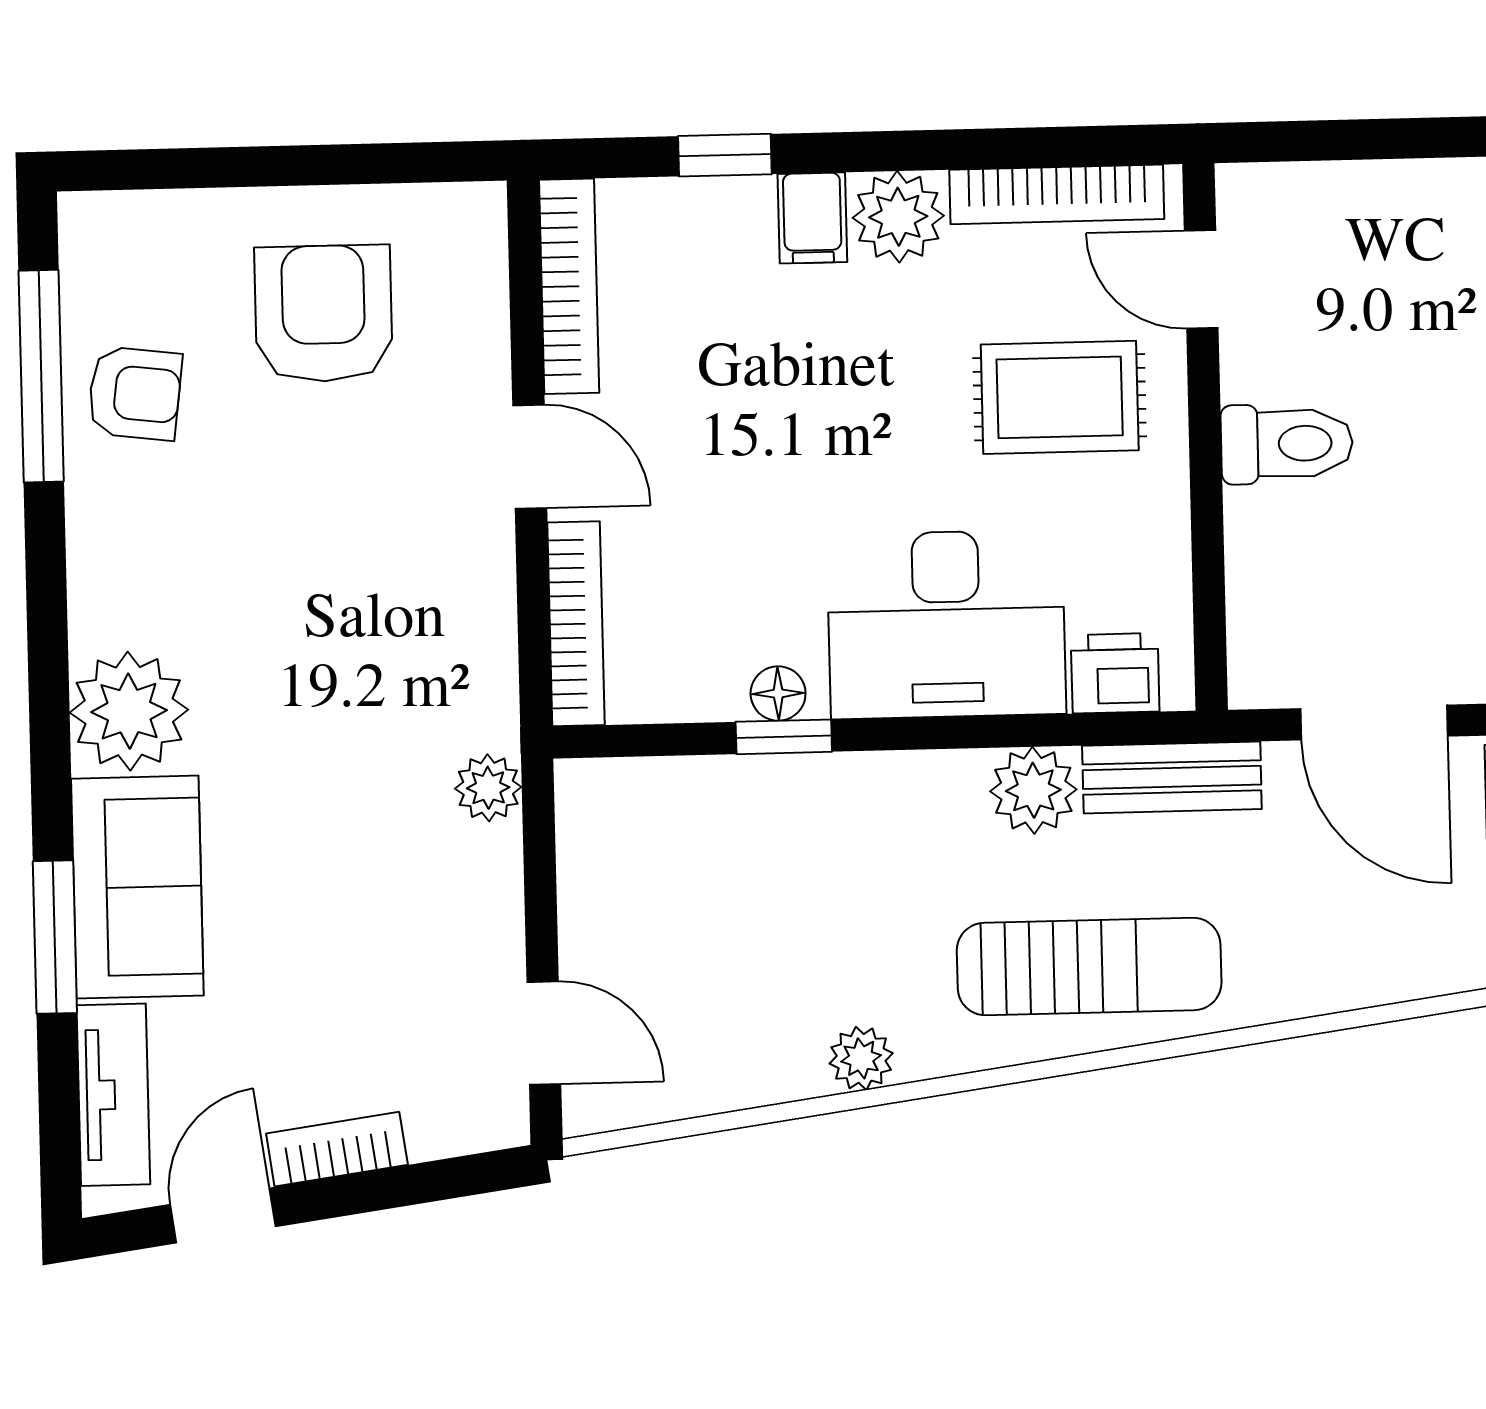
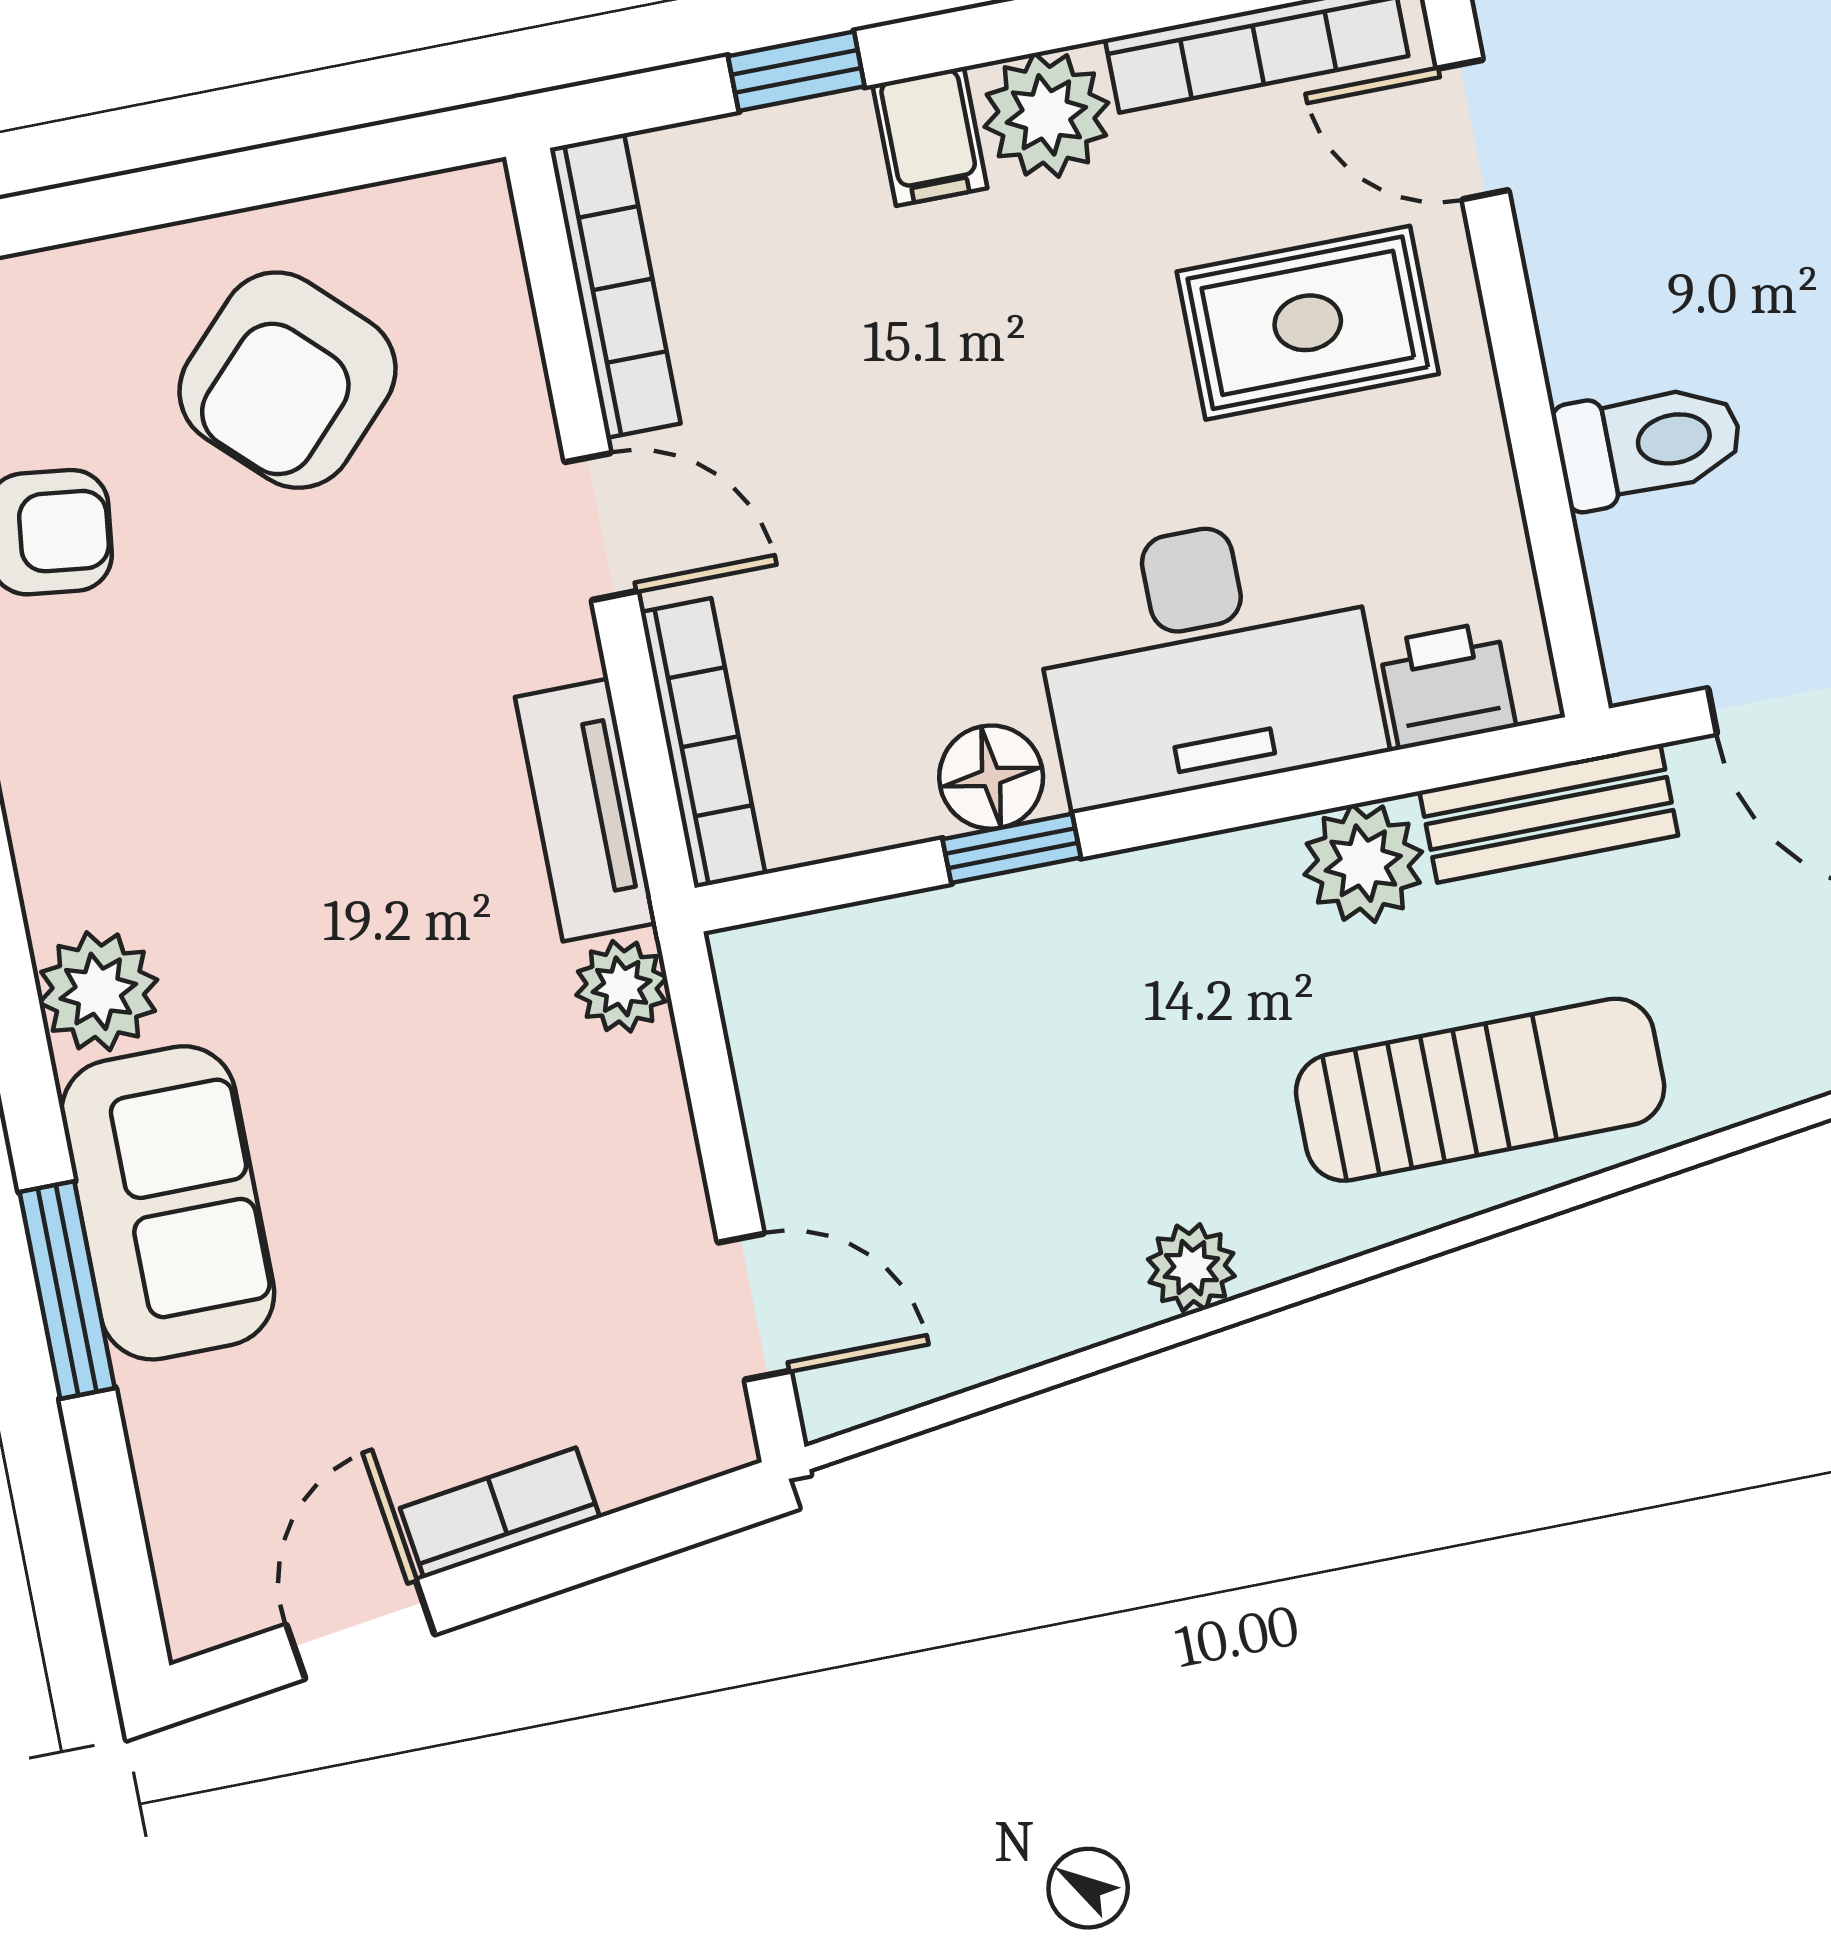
armchair: (323, 314) -> (288, 380), turned -136
toilet: (1287, 444) -> (1649, 444), moved
floor lamp: (778, 693) -> (991, 777), width x1.37, depth x1.37
plant: (129, 711) -> (98, 991), width x0.73, depth x0.73
tv unit: (113, 1095) -> (586, 810), moved, turned 180

